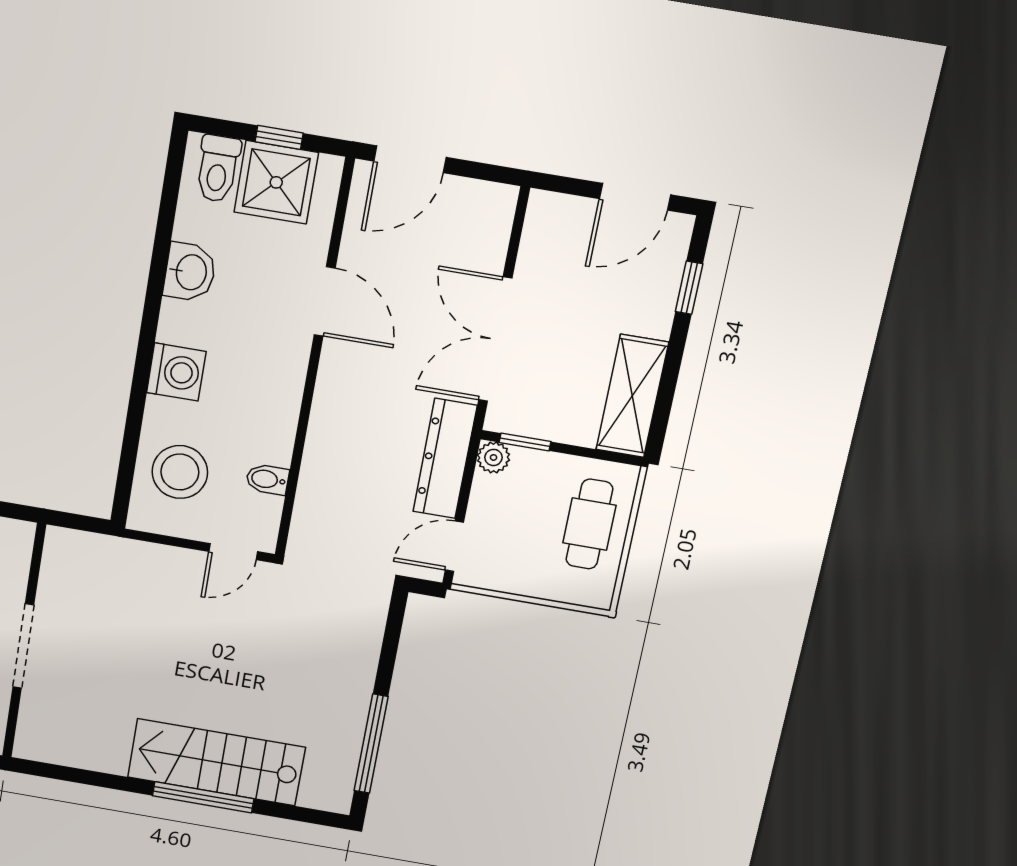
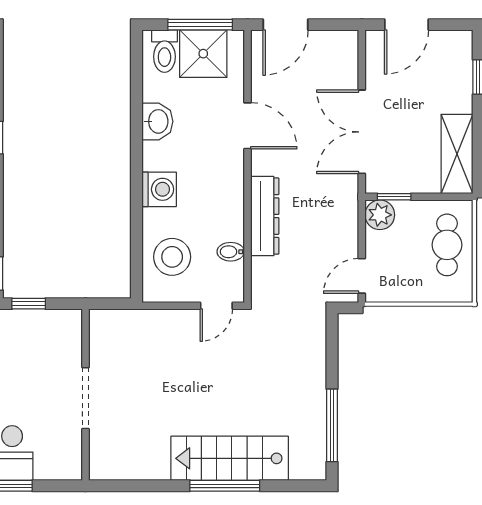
window: (279, 137) -> (200, 25), width x2.17
door: (635, 197) -> (407, 25), moved
plant: (493, 457) -> (380, 215), width x1.38, depth x1.38
dresser: (445, 459) -> (265, 216), moved, turned 180

